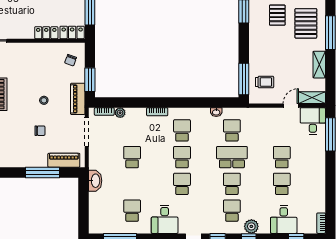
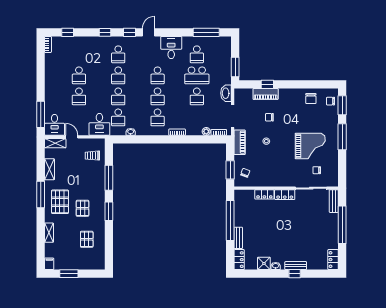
locker: (72, 32) -> (285, 195), moved
window: (244, 79) -> (109, 178), moved
window: (90, 80) -> (230, 170), moved
door: (291, 106) -> (72, 137), swing flipped
school desk: (232, 157) -> (118, 96), width x0.54
piano: (64, 160) -> (266, 94), moved
window: (43, 172) -> (267, 84), width x0.46
washbasin: (95, 181) -> (226, 93), moved
school desk: (132, 184) -> (197, 75), added
window: (84, 195) -> (235, 67), added
desk: (284, 219) -> (99, 124), moved, turned 180
plant: (251, 226) -> (103, 42), removed

